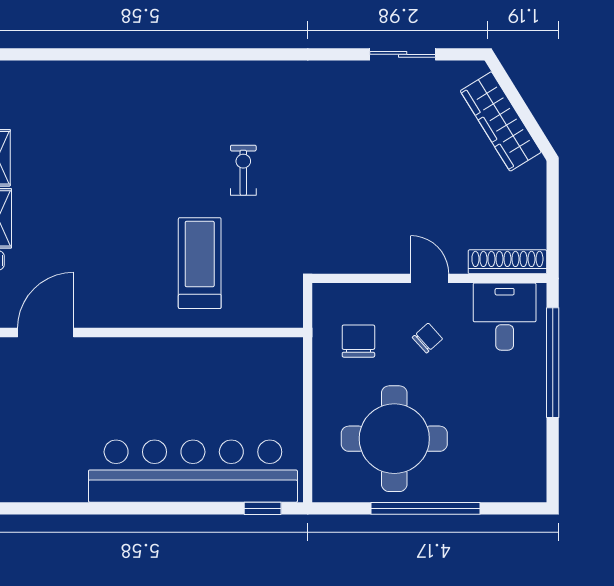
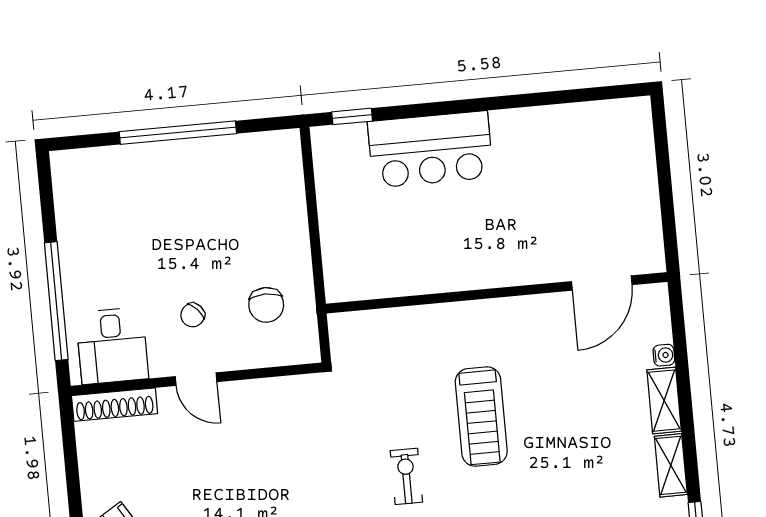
exercise bike: (243, 170) -> (406, 476), turned 180
treadmill: (200, 263) -> (481, 417), moved
round table: (394, 439) -> (218, 204), removed
bar counter: (193, 471) -> (430, 149), width x0.54

